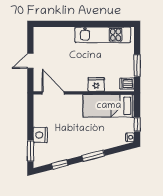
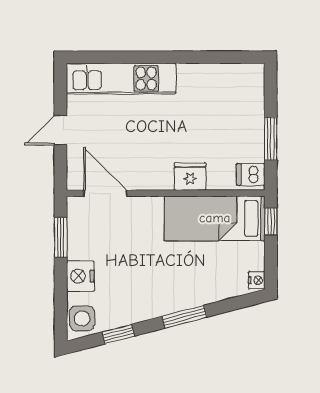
kitchen unit: (103, 35) -> (121, 79), moved
window: (137, 125) -> (271, 221), moved
window: (30, 151) -> (61, 237), moved
side table: (41, 156) -> (82, 318), added

